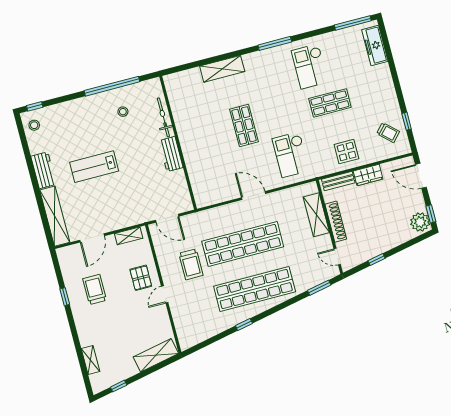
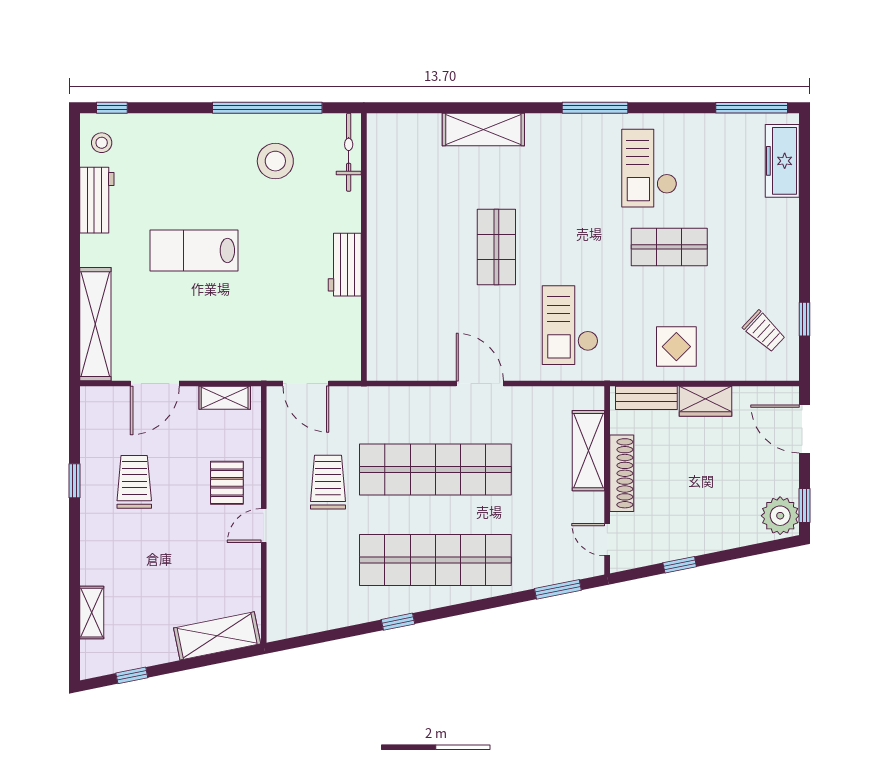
stool: (123, 112) -> (275, 161), width x1.89, depth x1.89
bicycle: (163, 117) -> (349, 152), moved
workbench: (43, 170) -> (97, 200), moved
trolley: (191, 264) -> (328, 482), turned 180

